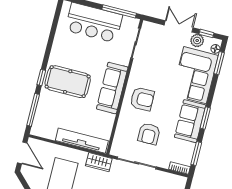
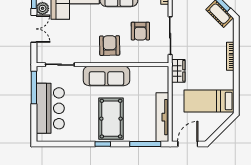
double door: (179, 26) -> (34, 29), swing flipped
window: (41, 77) -> (103, 144), moved
armchair: (149, 134) -> (140, 31), turned 90
tv unit: (82, 141) -> (162, 117), moved

